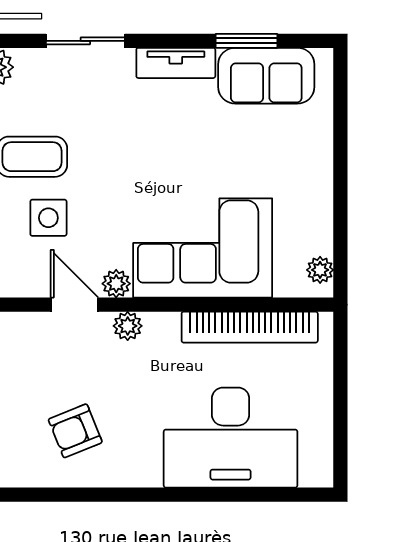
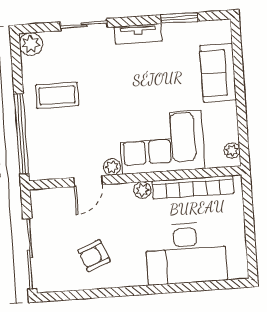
sofa: (266, 76) -> (218, 73), moved, turned 90
side table: (48, 218) -> (69, 131), removed
door: (75, 305) -> (88, 181), swing flipped
plant: (128, 326) -> (142, 190), moved

